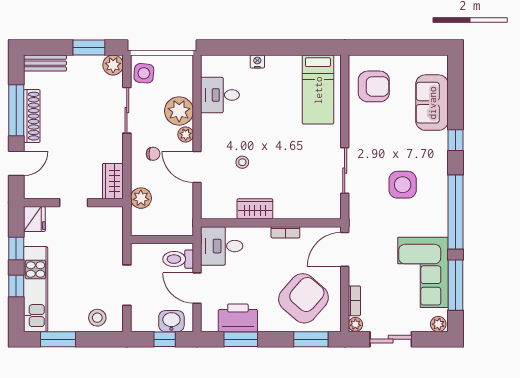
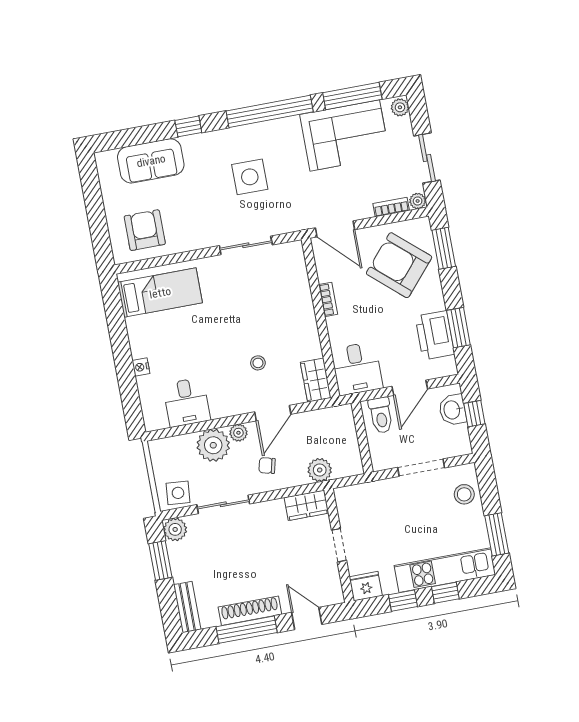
chair: (153, 154) -> (267, 466), turned -76
wardrobe: (255, 209) -> (316, 380), moved

